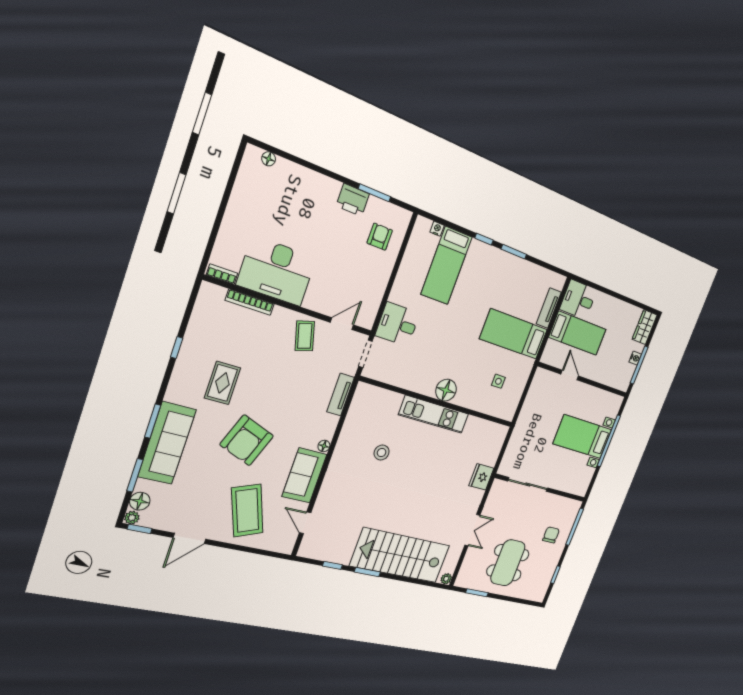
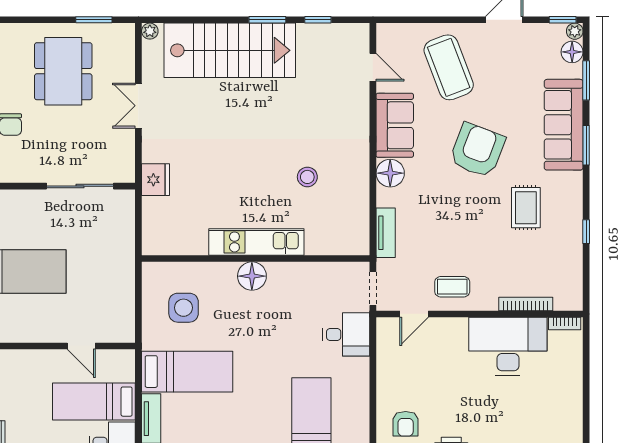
coffee table: (305, 336) -> (452, 287), turned -74
side table: (498, 381) -> (184, 308), width x1.87, depth x1.87
floor lamp: (324, 446) -> (390, 173), width x1.89, depth x1.89

